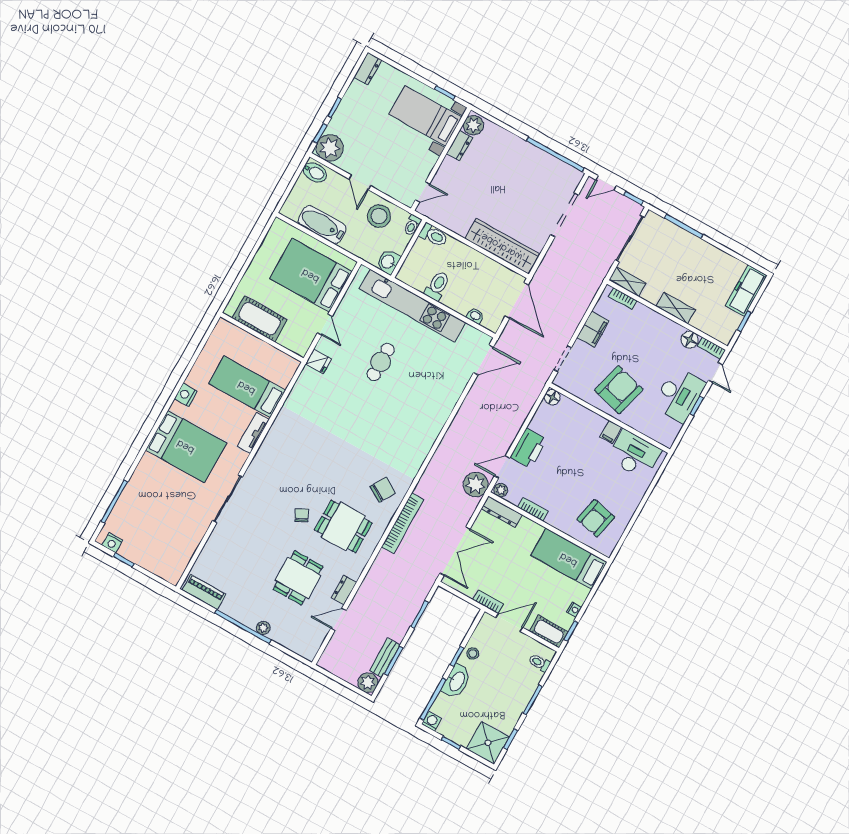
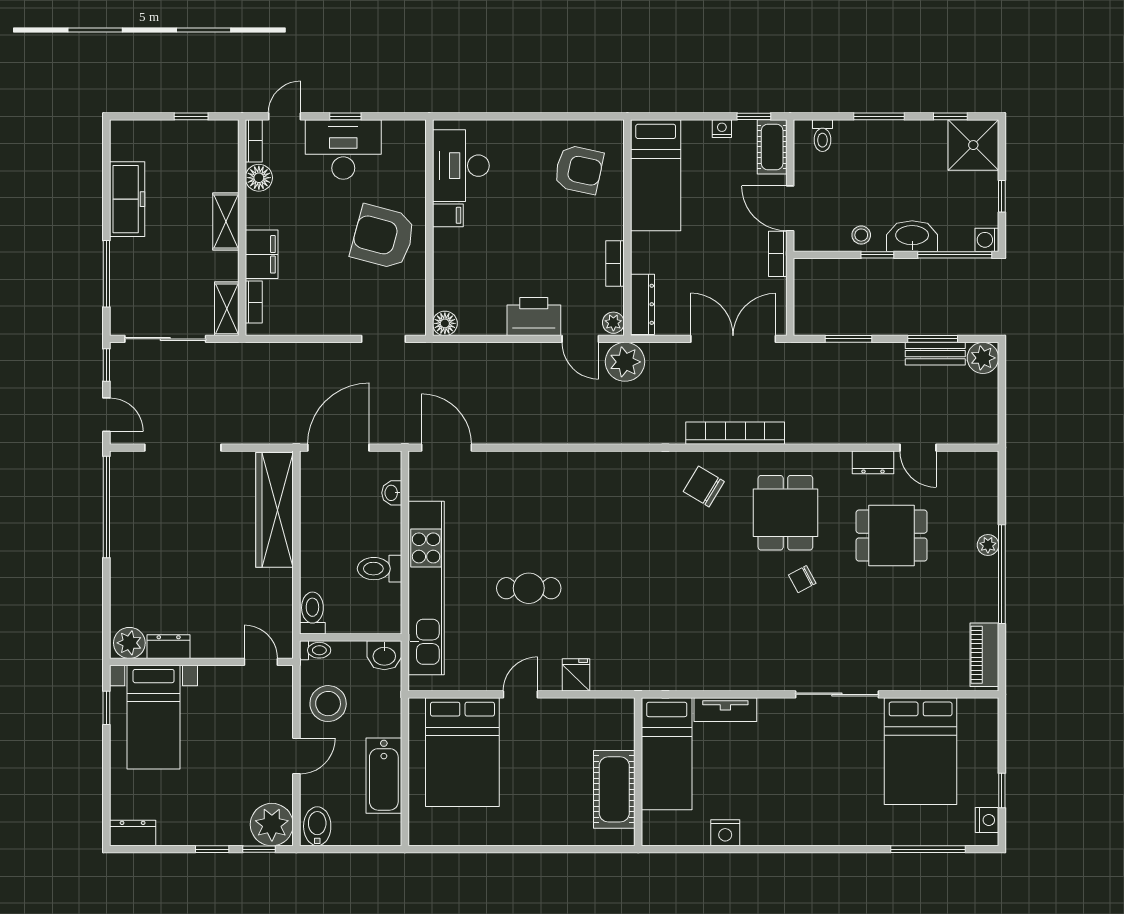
freezer: (746, 291) -> (127, 199), moved, turned -90
cot: (260, 319) -> (614, 789), moved
filing cabinet: (593, 329) -> (262, 254), moved, turned 90
wall: (262, 337) -> (638, 772), moved
bed: (186, 446) -> (921, 751), moved, turned 180

